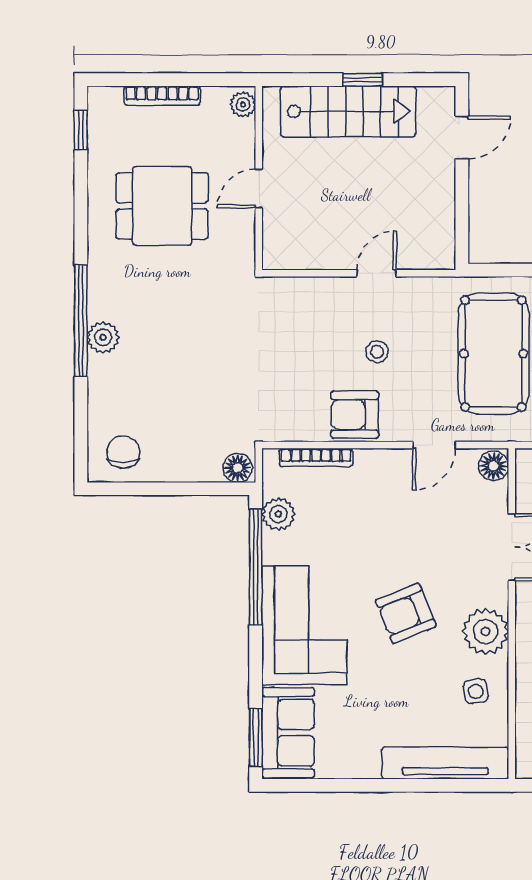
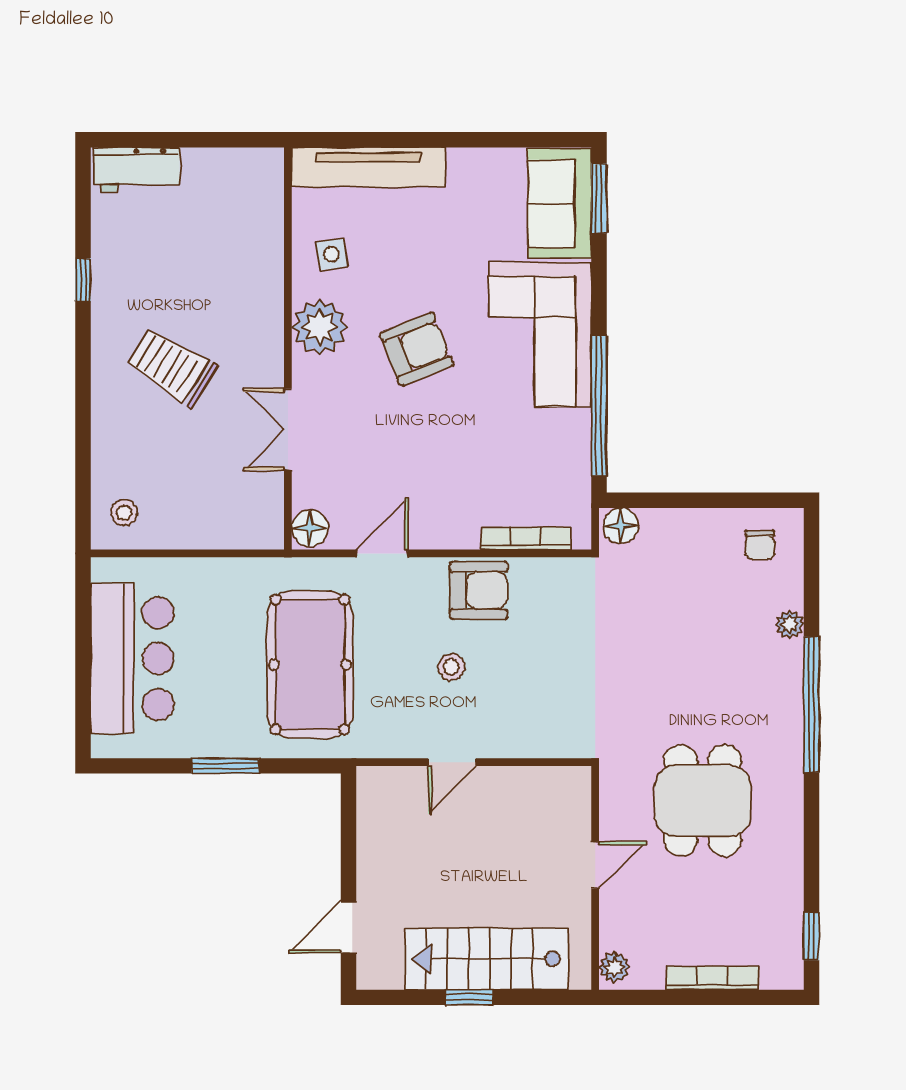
dining table: (162, 206) -> (703, 801), moved, turned 90
plant: (103, 337) -> (790, 624), moved, width x0.73, depth x0.73
chair: (123, 452) -> (760, 545), width x0.73, depth x0.73
plant: (278, 514) -> (571, 470), removed

